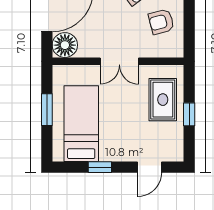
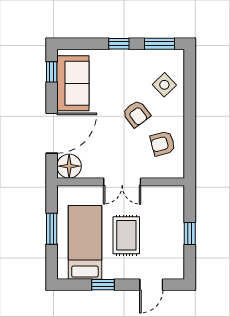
rug: (163, 100) -> (126, 235), moved

